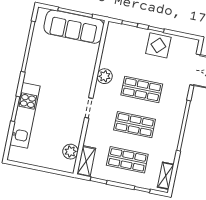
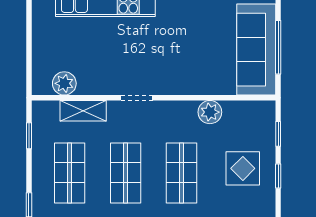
display table: (158, 45) -> (243, 168), moved
plant: (105, 76) -> (210, 112), moved
shelving: (86, 161) -> (83, 111), moved

